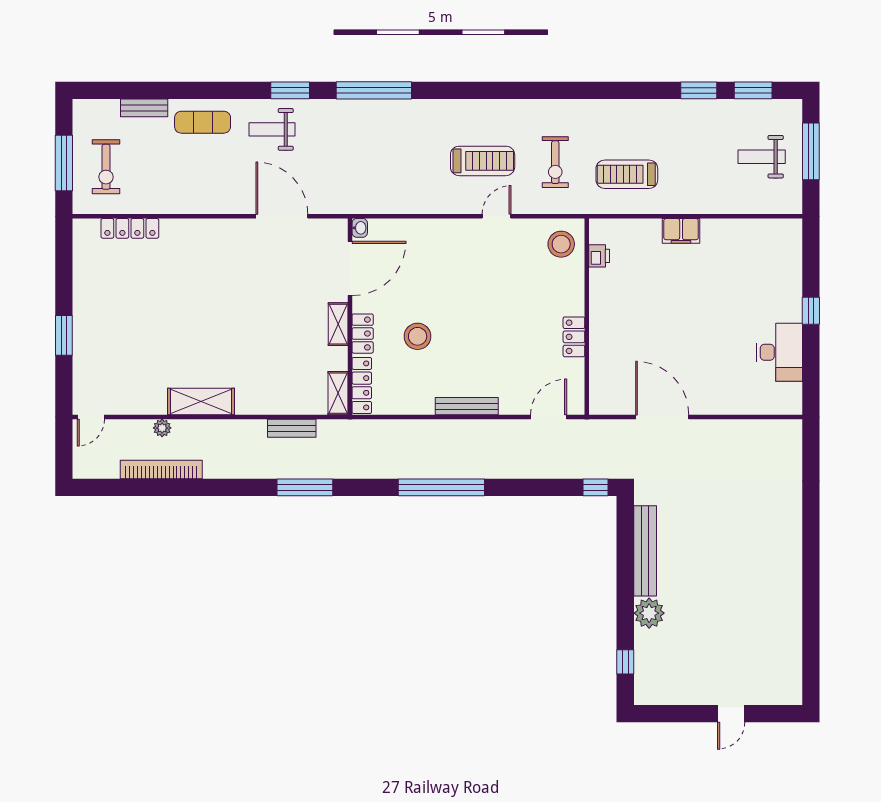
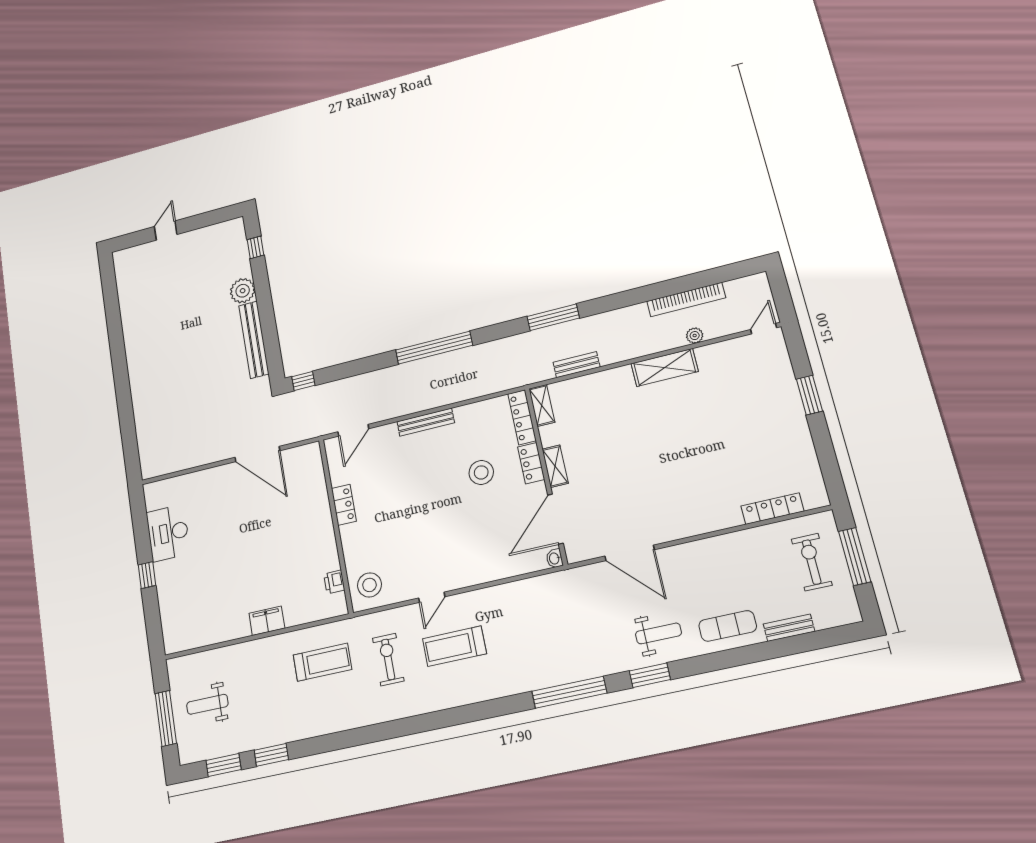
weight bench: (762, 157) -> (207, 704), turned 180

